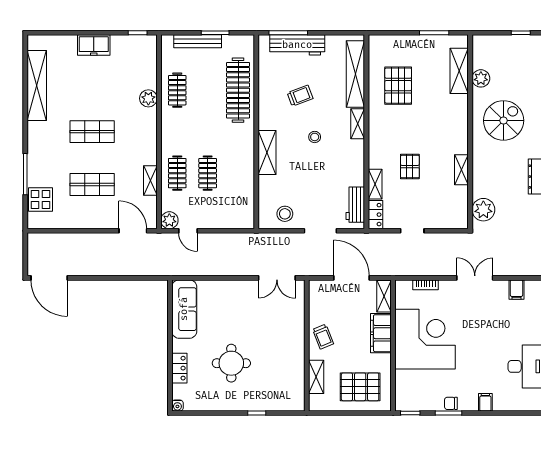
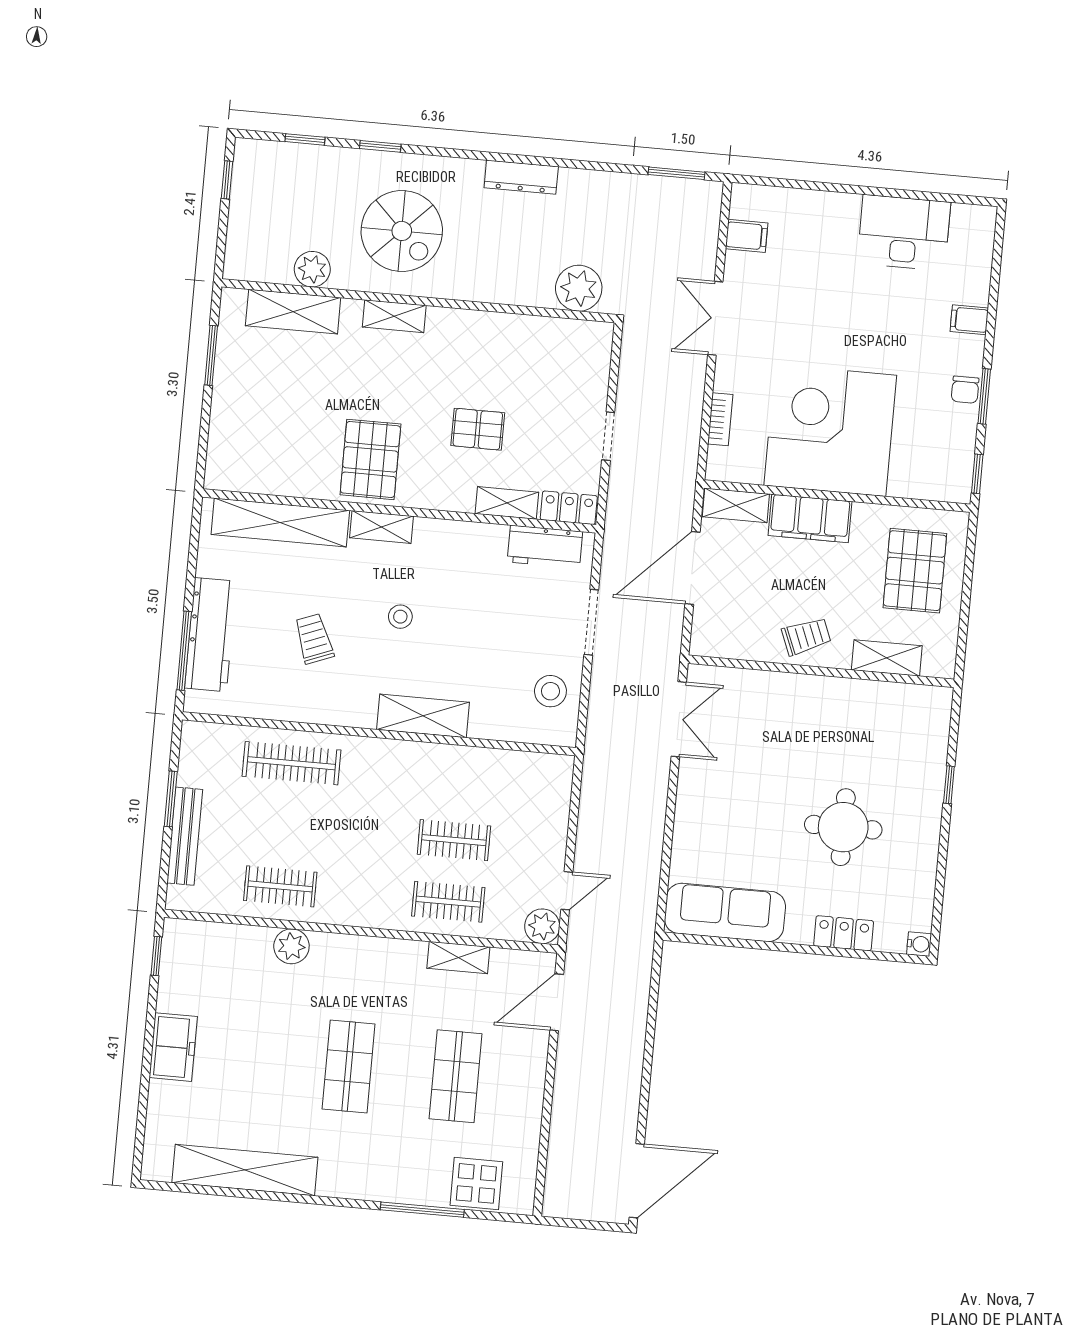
pallet: (398, 86) -> (370, 459), moved, turned 90
clothes rail: (238, 90) -> (291, 763), width x0.73, depth x0.76
spiral stairs: (504, 120) -> (402, 231), turned 180
shelving: (461, 170) -> (394, 316), moved

